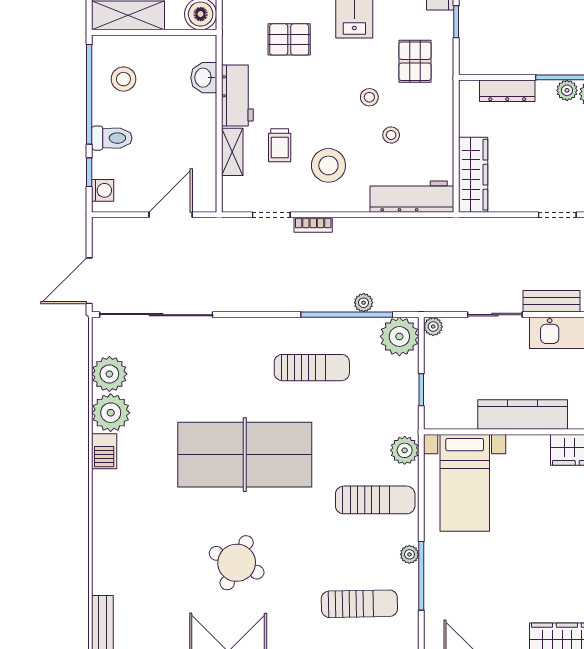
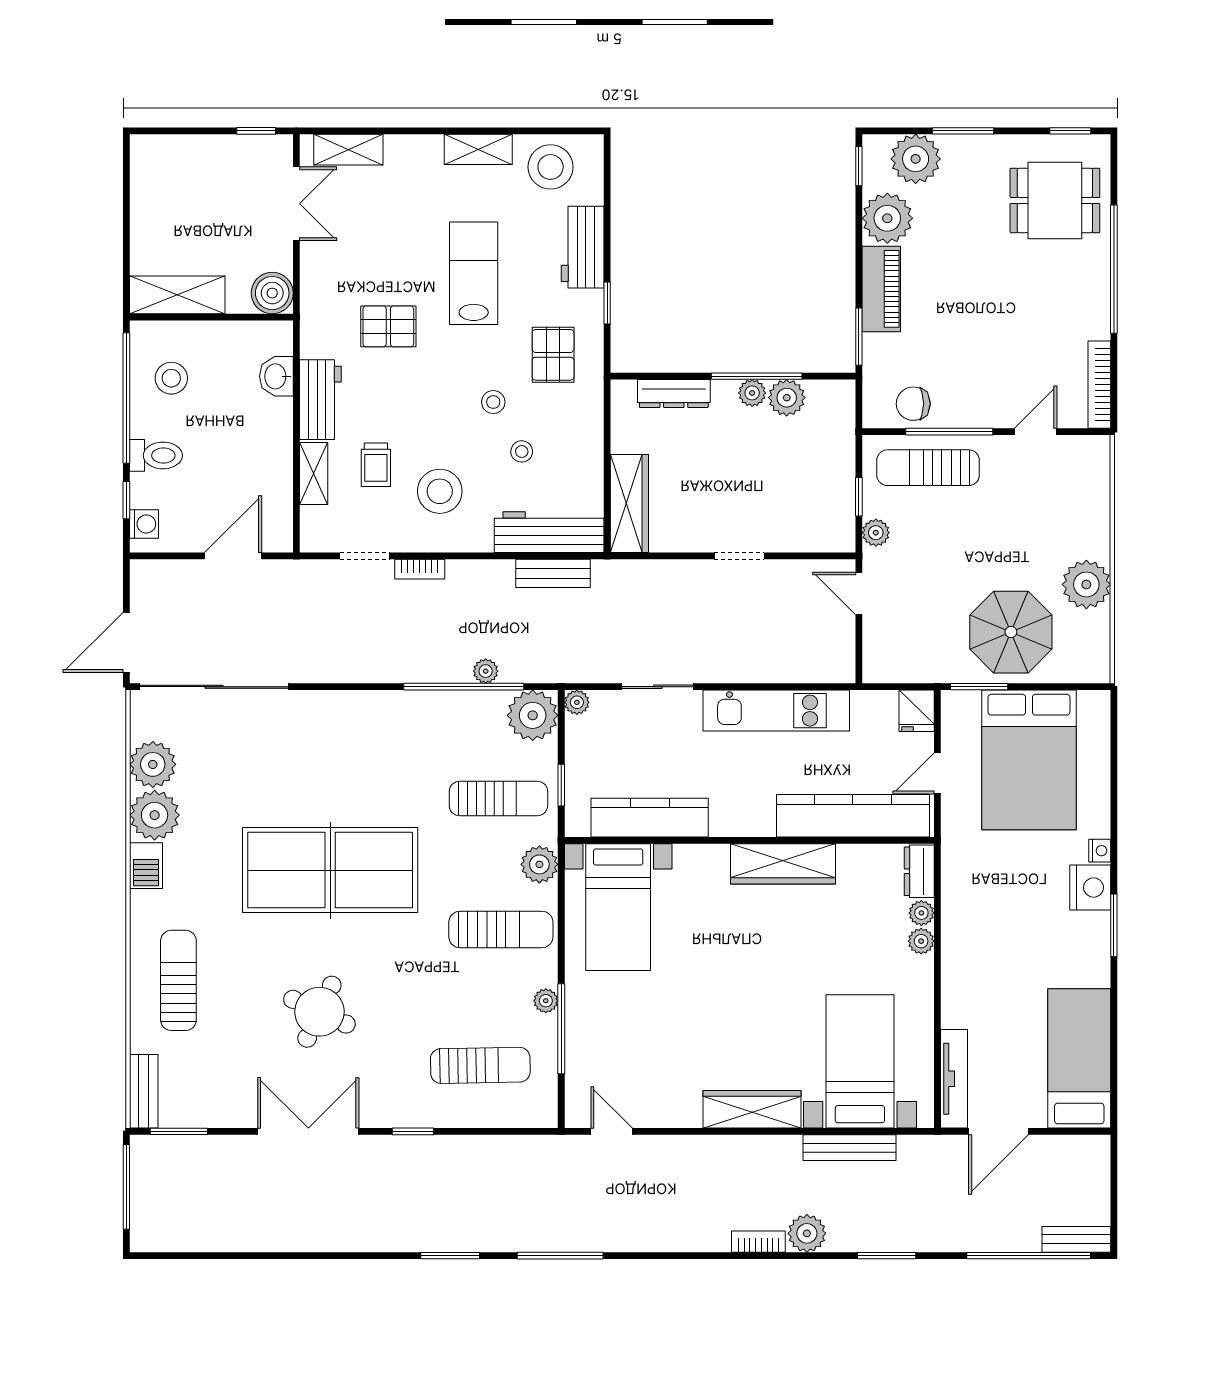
bench: (552, 301) -> (553, 573), moved
sun lounger: (312, 368) -> (498, 799), moved
kitchen counter: (523, 415) -> (650, 818), moved
sun lounger: (129, 539) -> (178, 980), added

